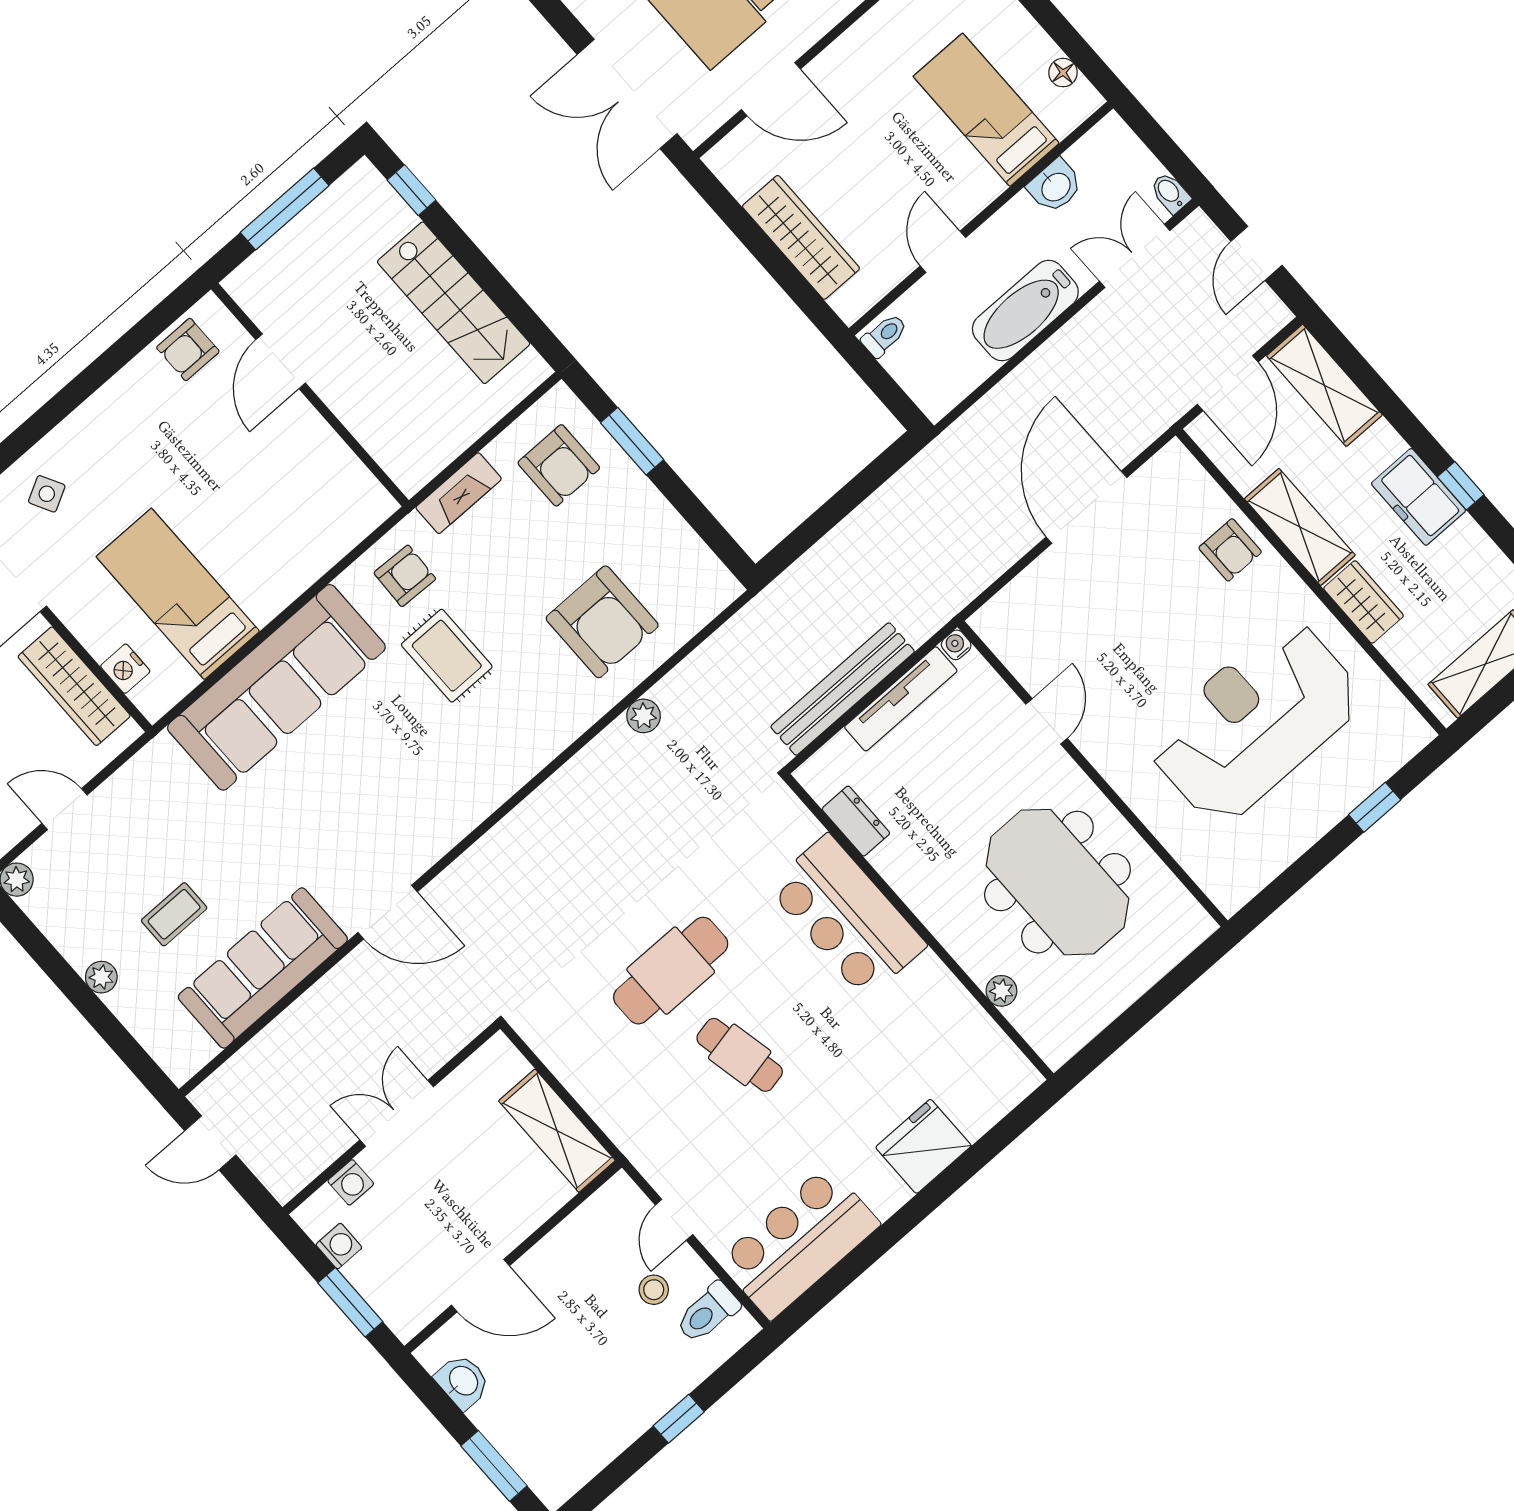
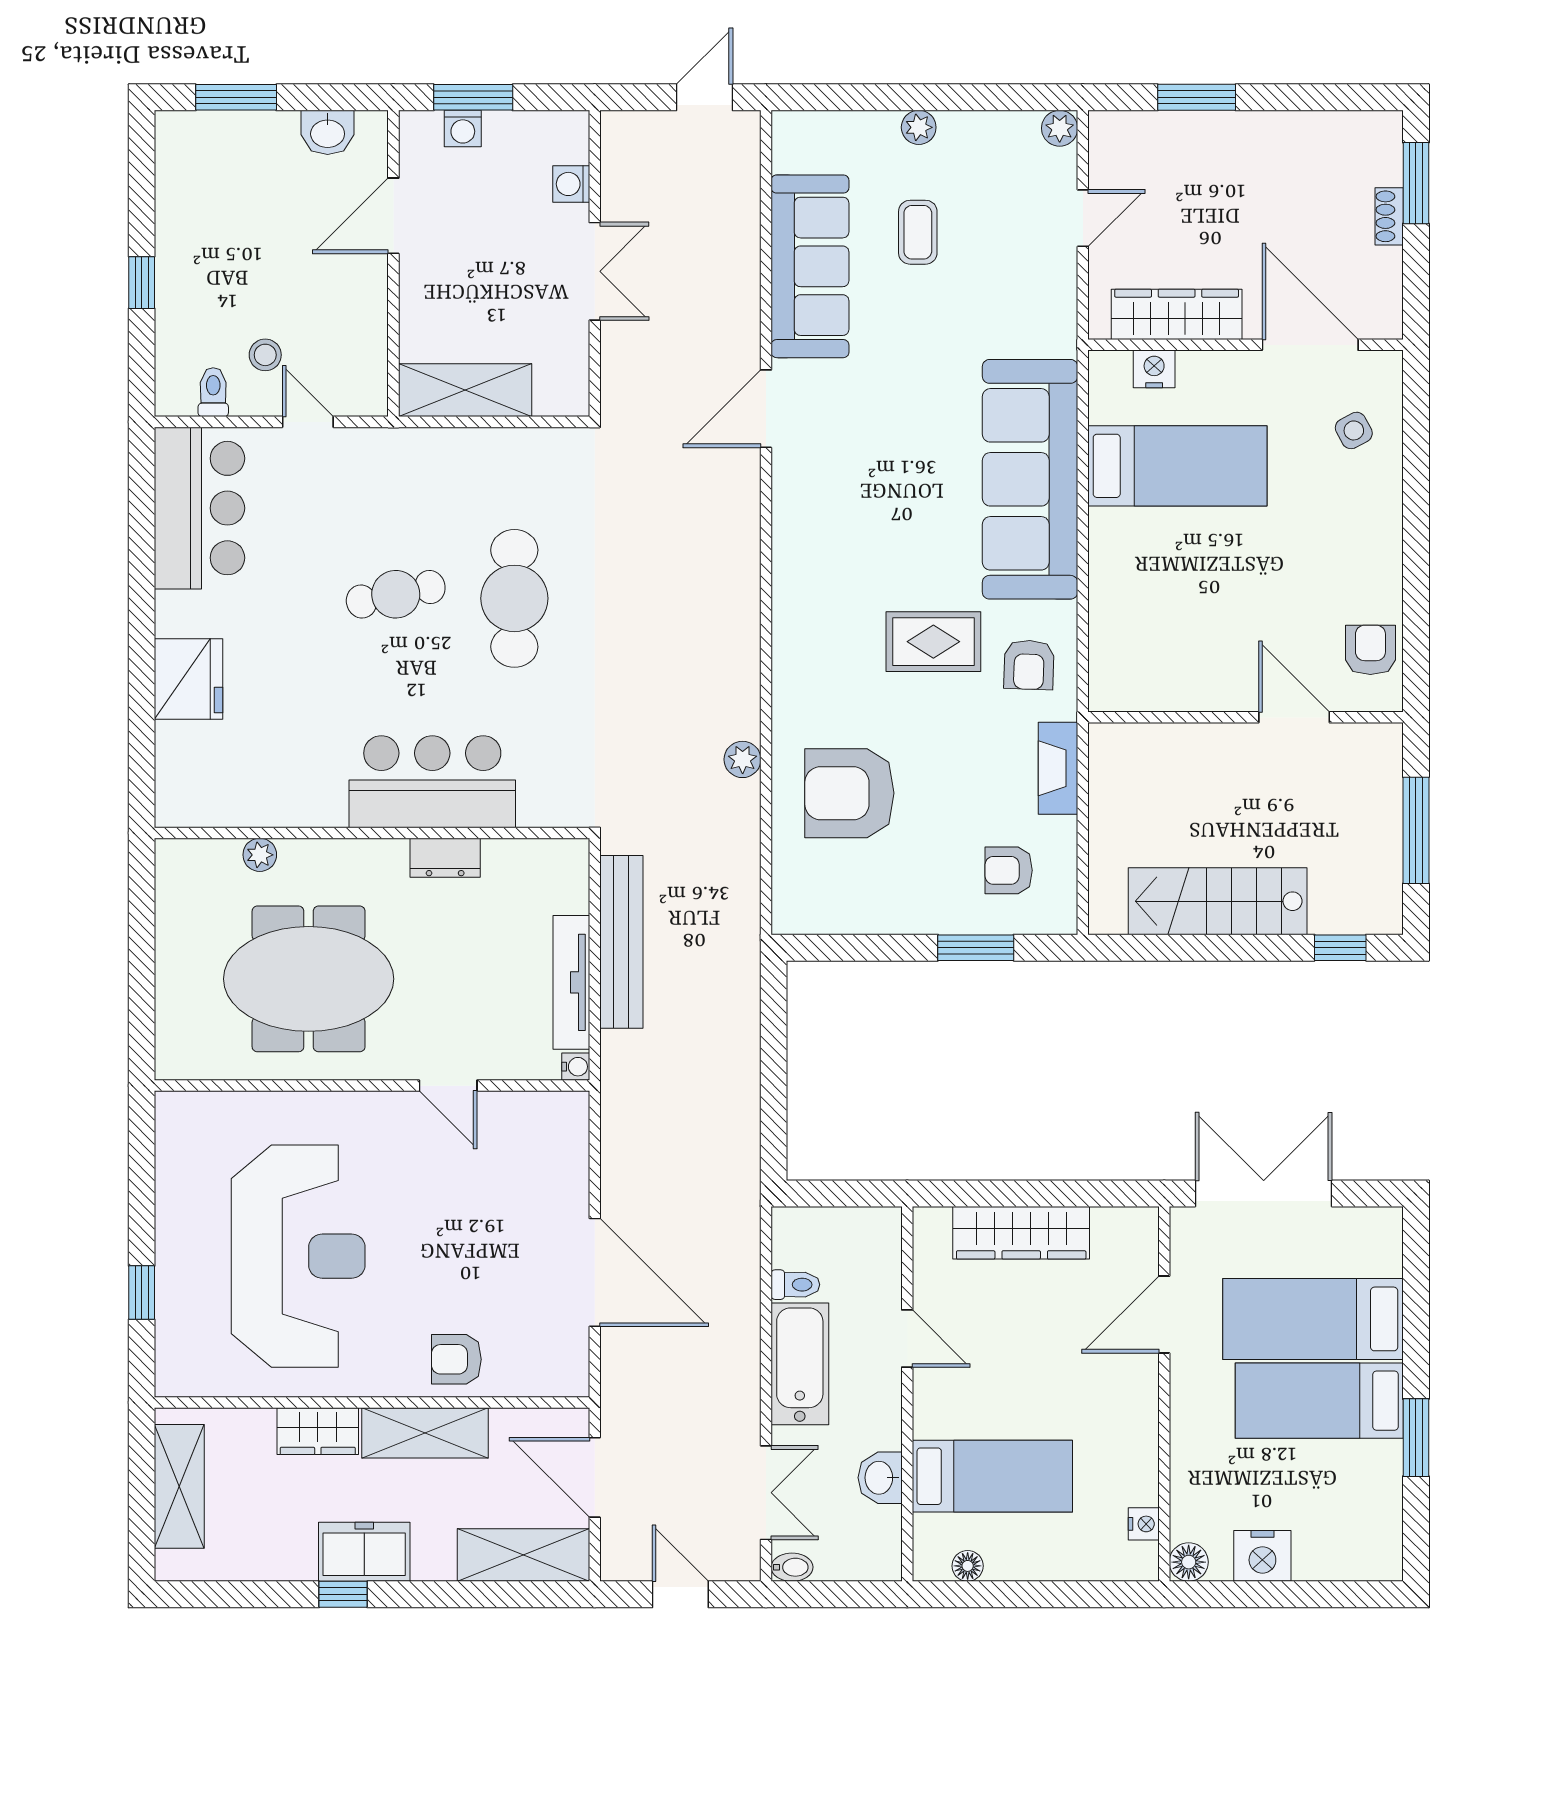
toilet: (884, 335) -> (795, 1285), moved, turned -90
armchair: (559, 465) -> (1009, 870), width x0.72, depth x0.72
dresser: (856, 821) -> (445, 858), moved
washing machine: (339, 1246) -> (463, 128), moved
toilet: (708, 1313) -> (213, 392), width x0.73, depth x0.72

